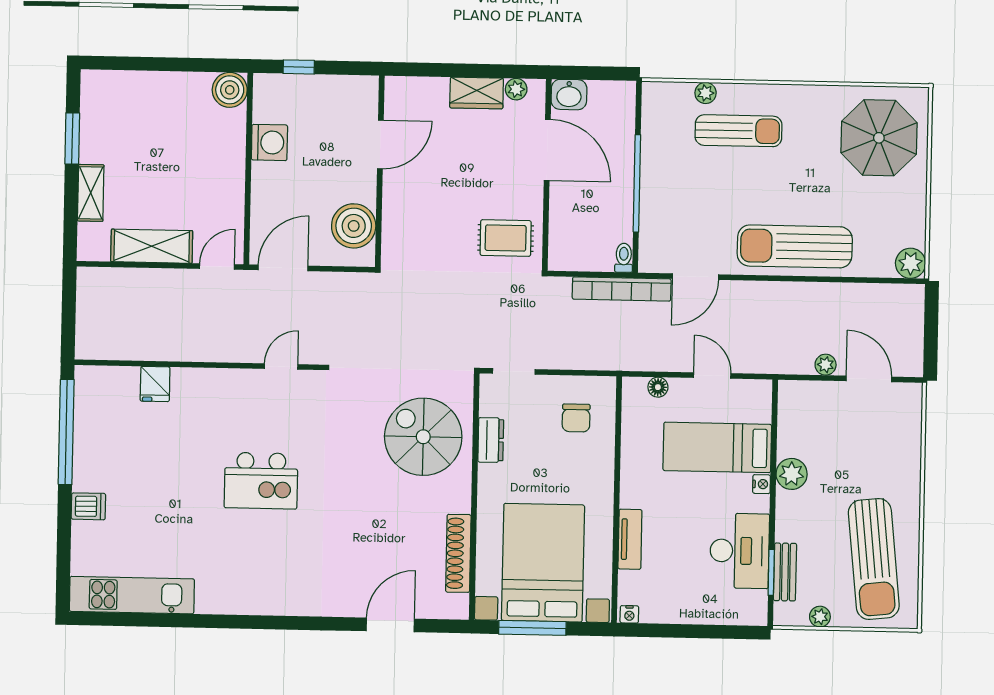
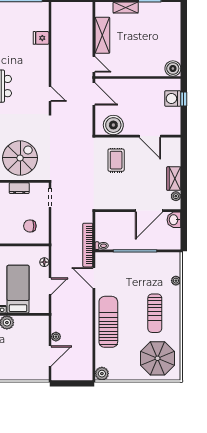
sun lounger: (738, 131) -> (155, 313), moved
washing machine: (269, 142) -> (173, 99), moved, turned 90
rug: (506, 238) -> (116, 160), moved

